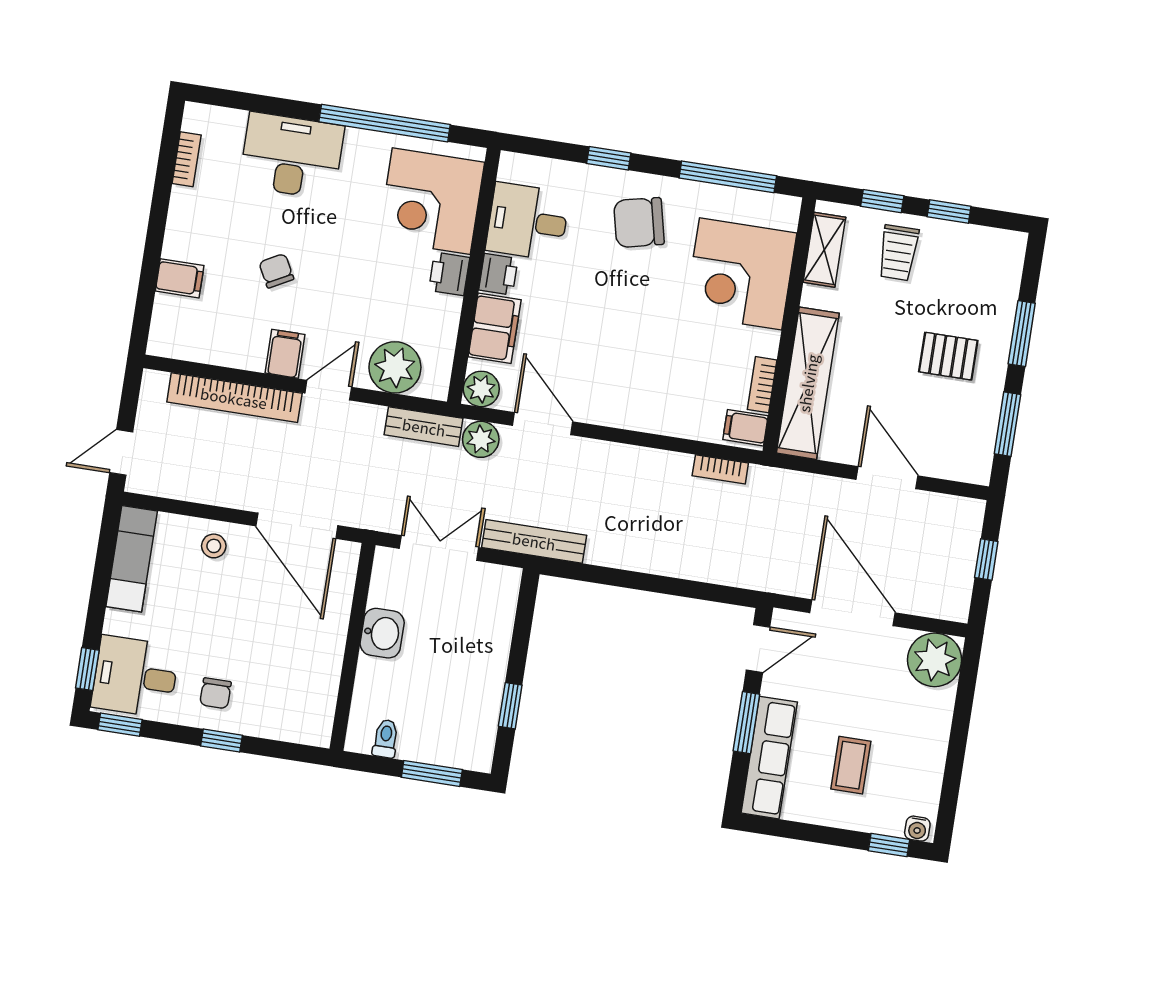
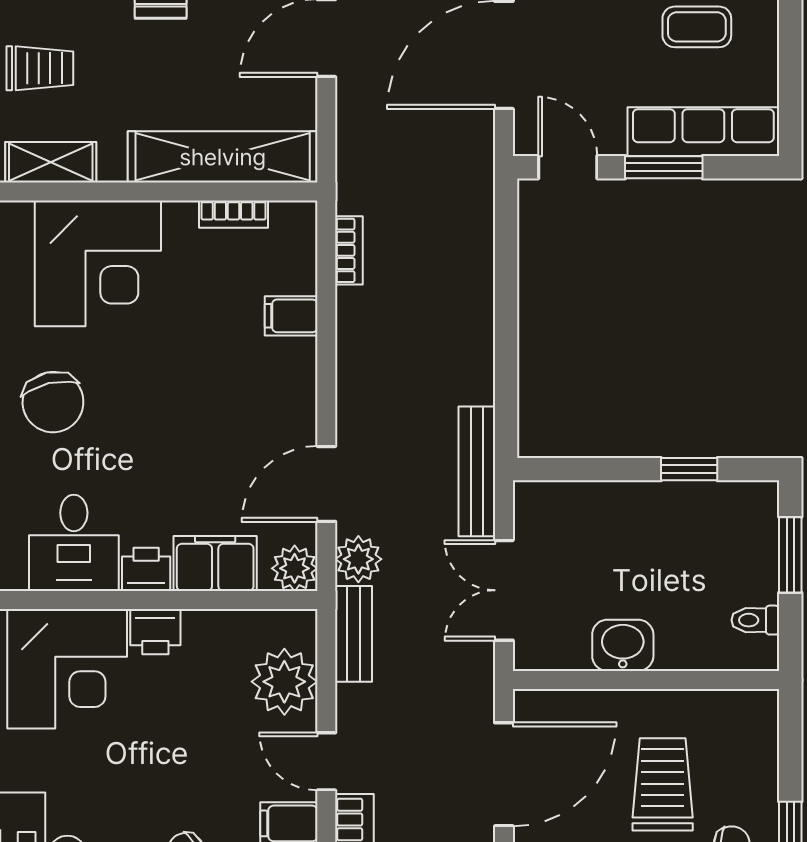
filing cabinet: (746, 428) -> (291, 316), moved, turned 90
trolley: (270, 647) -> (663, 784), added

